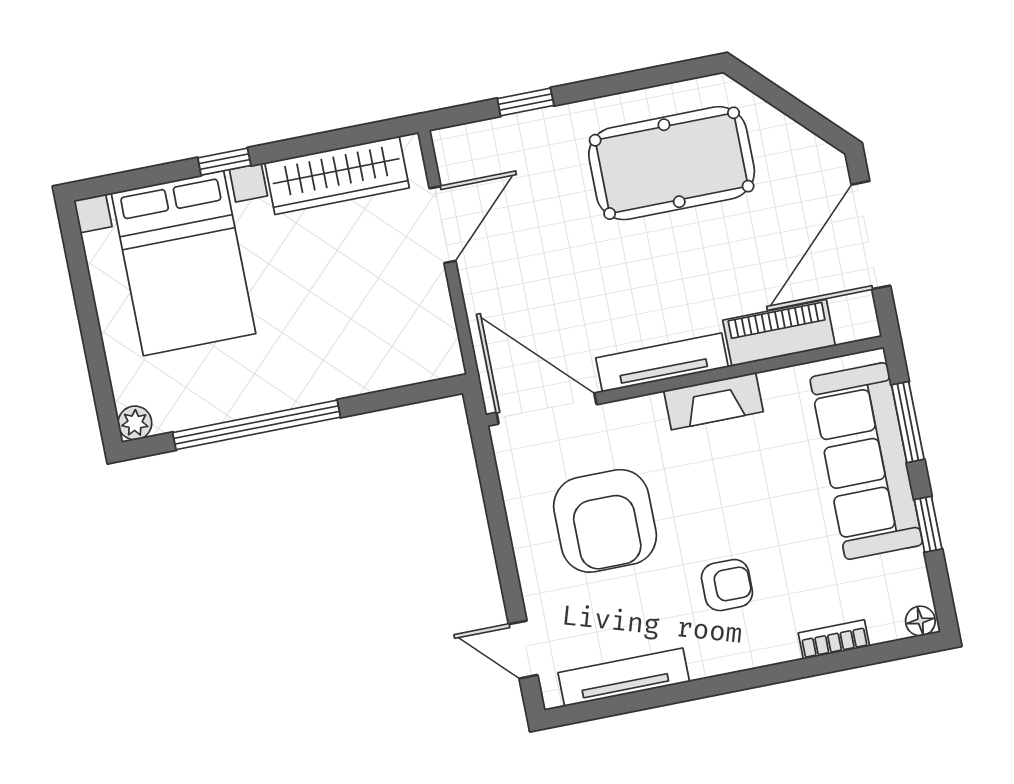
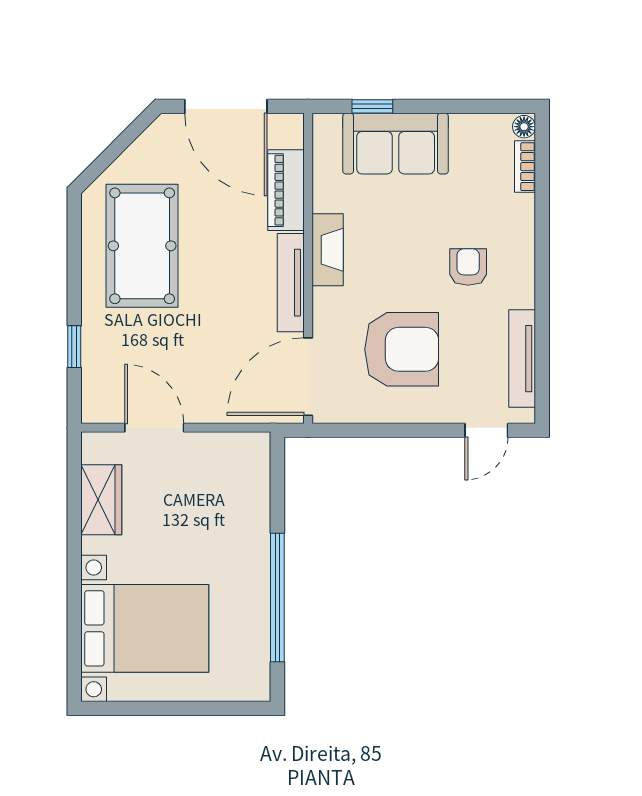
window: (224, 162) -> (74, 583), removed
wardrobe: (337, 175) -> (101, 500), width x0.67
window: (908, 422) -> (372, 106), width x0.67
plant: (135, 423) -> (258, 689), removed
sofa: (866, 461) -> (396, 144), width x0.73
window: (928, 524) -> (452, 106), removed
bookcase: (834, 639) -> (525, 167), moved

